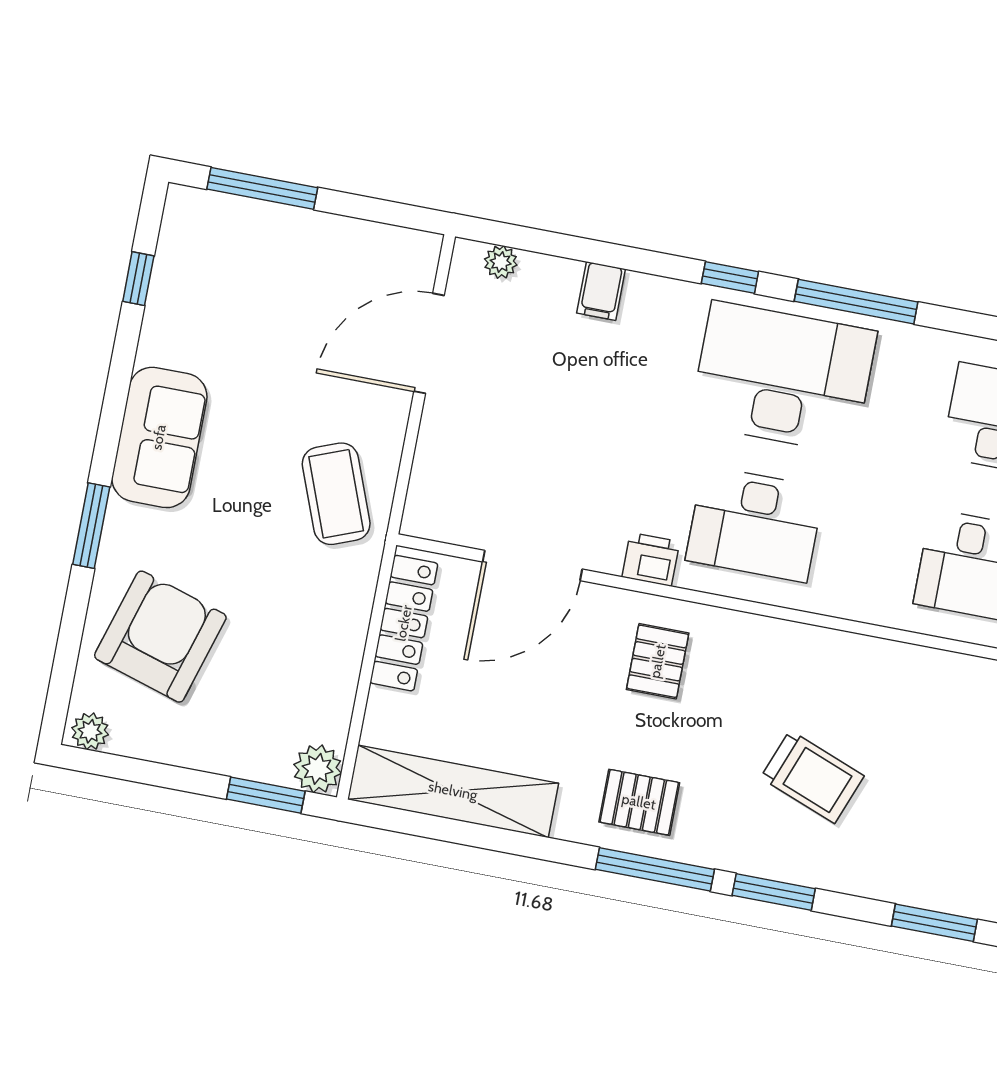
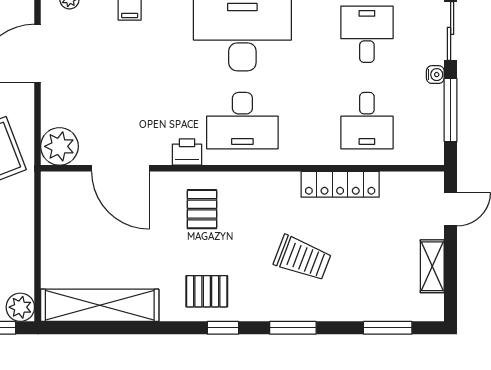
plant: (436, 509) -> (59, 146), added
door: (532, 565) -> (120, 168), hinge flipped
locker: (404, 623) -> (340, 184), moved, turned 90
window: (655, 869) -> (223, 328), width x0.46

